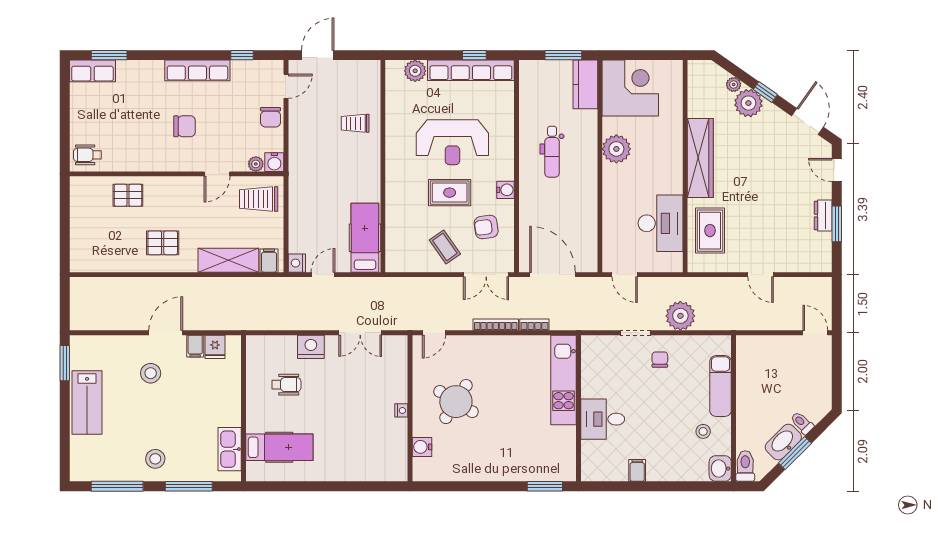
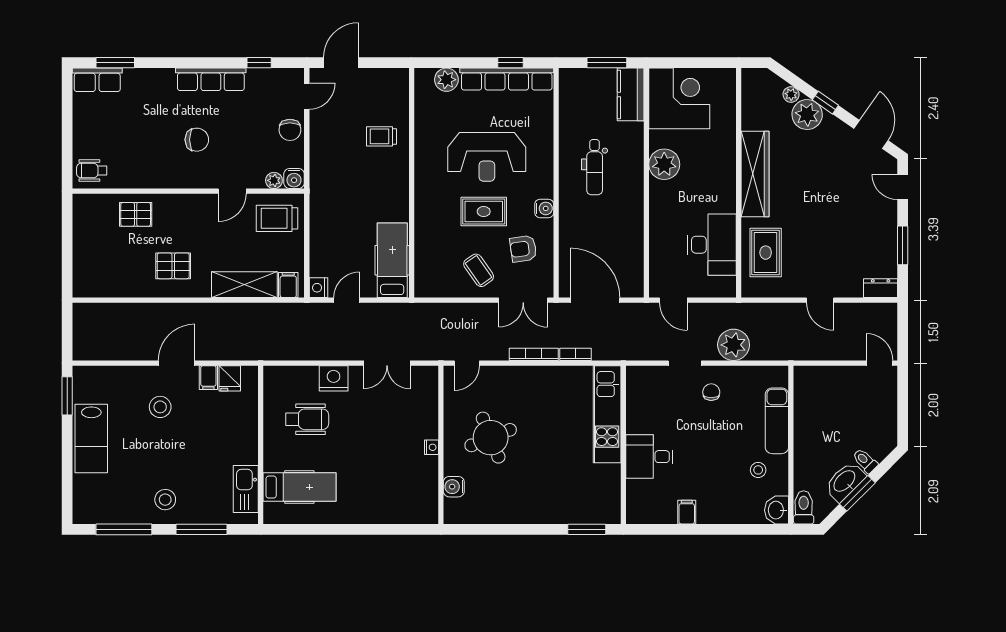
dresser: (823, 216) -> (881, 288), moved, turned 90
wheelchair: (286, 385) -> (307, 419), width x1.36, depth x1.37
round table: (456, 402) -> (491, 438), turned 36

